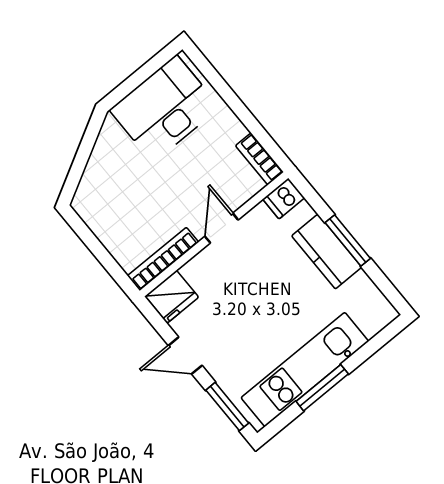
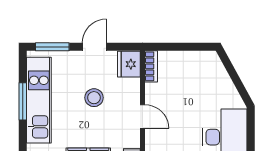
bookcase: (163, 259) -> (151, 66), width x0.64
stool: (247, 306) -> (94, 98), added

